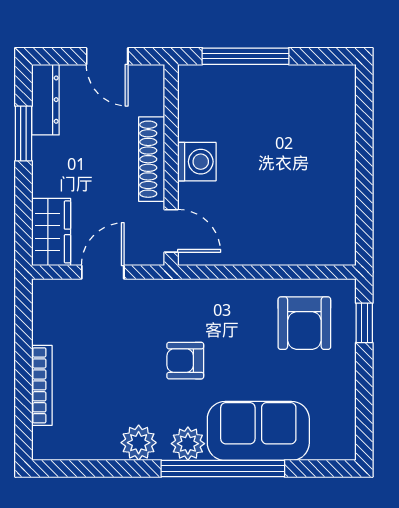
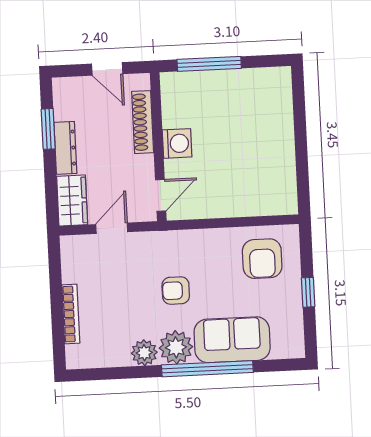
dresser: (45, 100) -> (65, 148), moved
shoe rack: (152, 159) -> (143, 122), moved
door: (171, 231) -> (161, 195), hinge flipped
window: (364, 323) -> (308, 292), moved
plant: (188, 444) -> (176, 347), width x1.36, depth x1.36

